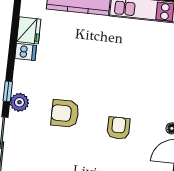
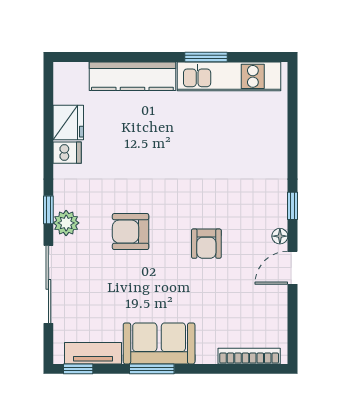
armchair: (118, 128) -> (206, 244), turned 180

